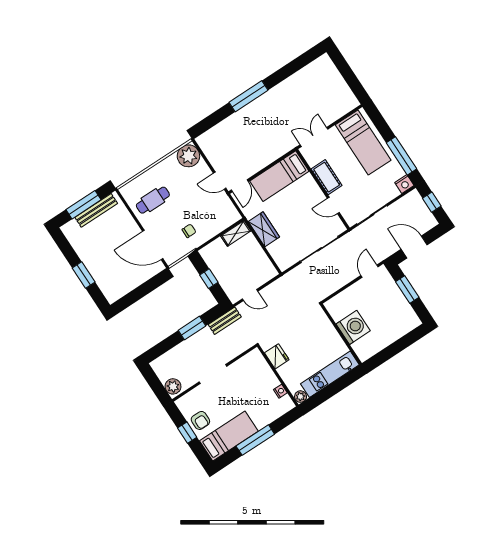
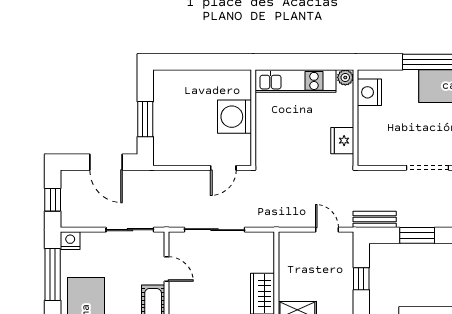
door: (370, 271) -> (223, 168), moved
nightstand: (280, 391) -> (369, 92), width x1.89, depth x1.79

